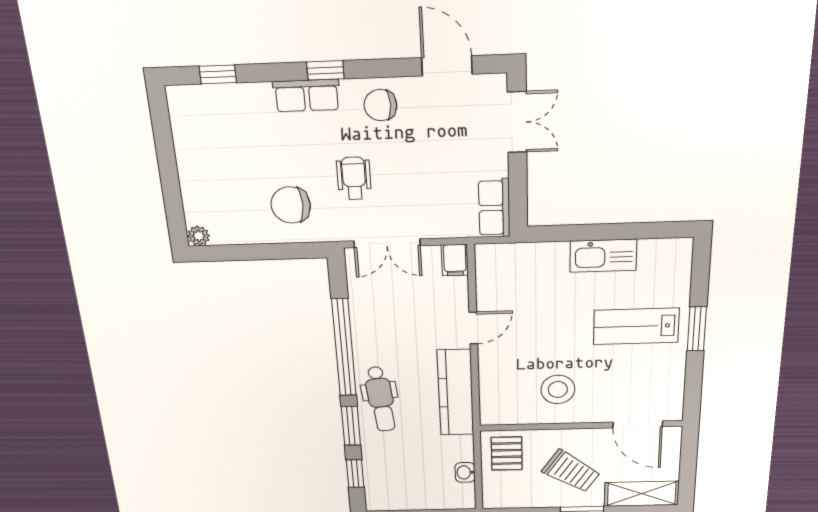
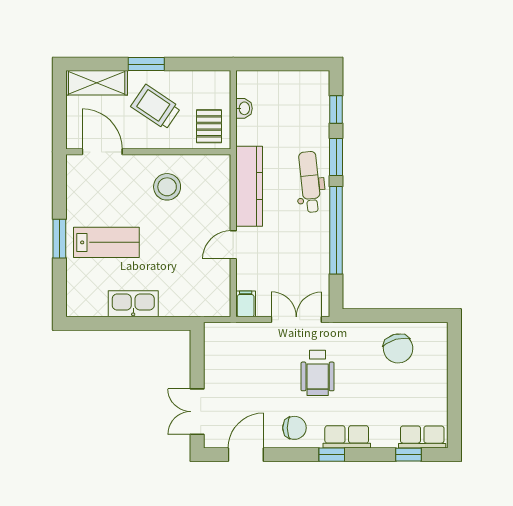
door: (447, 66) -> (246, 455), swing flipped
wheelchair: (354, 178) -> (318, 373), width x1.36, depth x1.37
chair: (291, 205) -> (398, 348), moved, turned 74
row of seats: (494, 208) -> (422, 437), moved, turned -90
plant: (199, 236) -> (439, 331), removed

